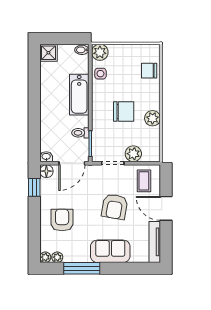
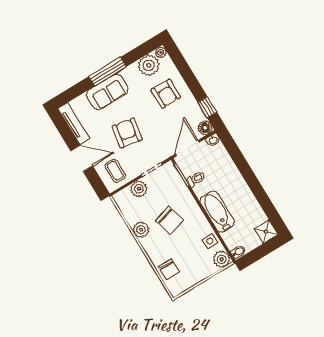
chair: (149, 71) -> (169, 269), turned 90
chair: (124, 112) -> (170, 220), turned -106
plant: (57, 257) -> (149, 65), width x1.88, depth x1.88
window: (82, 268) -> (107, 72), moved

